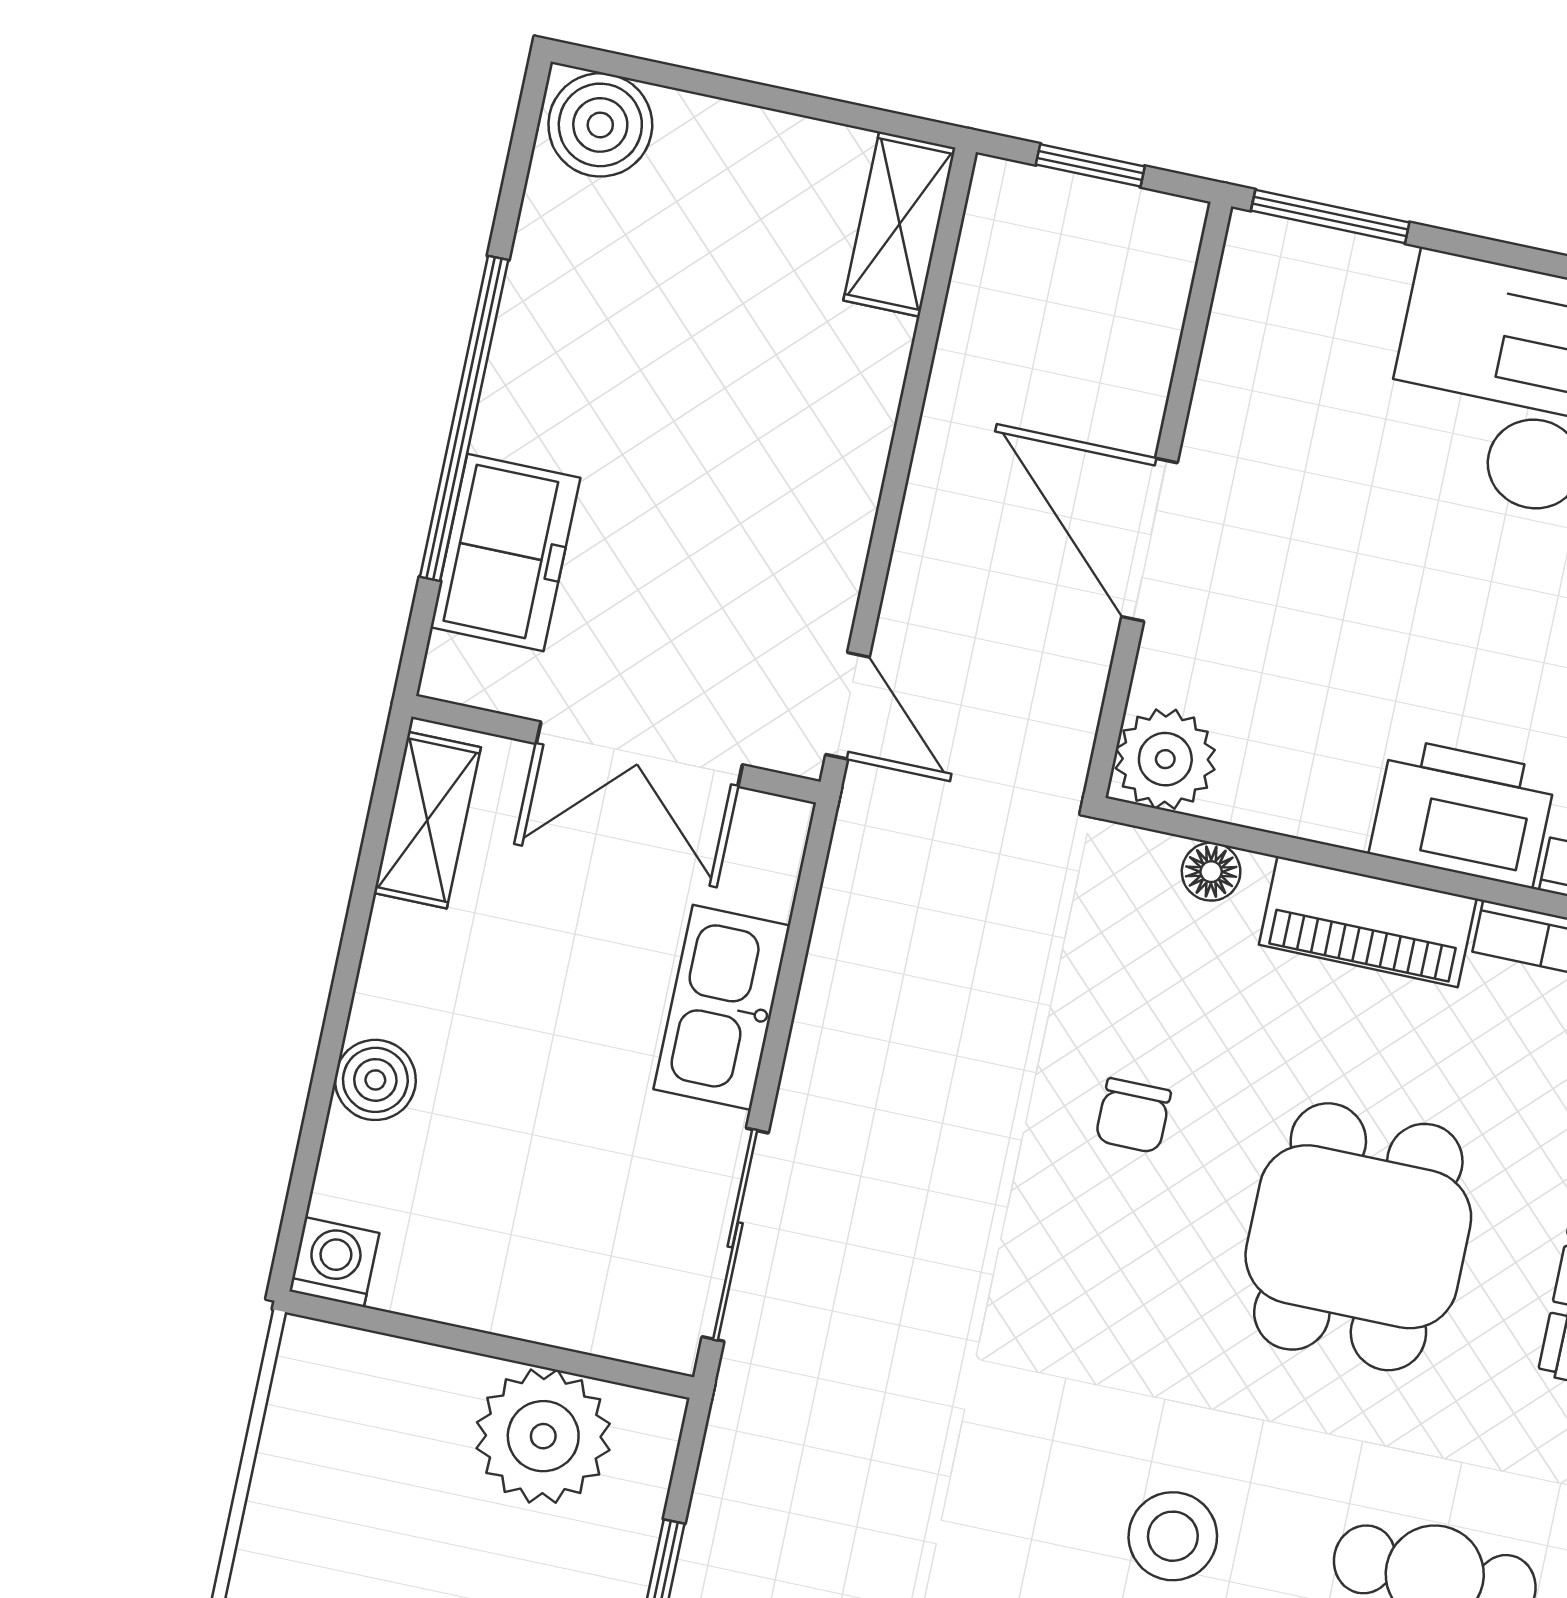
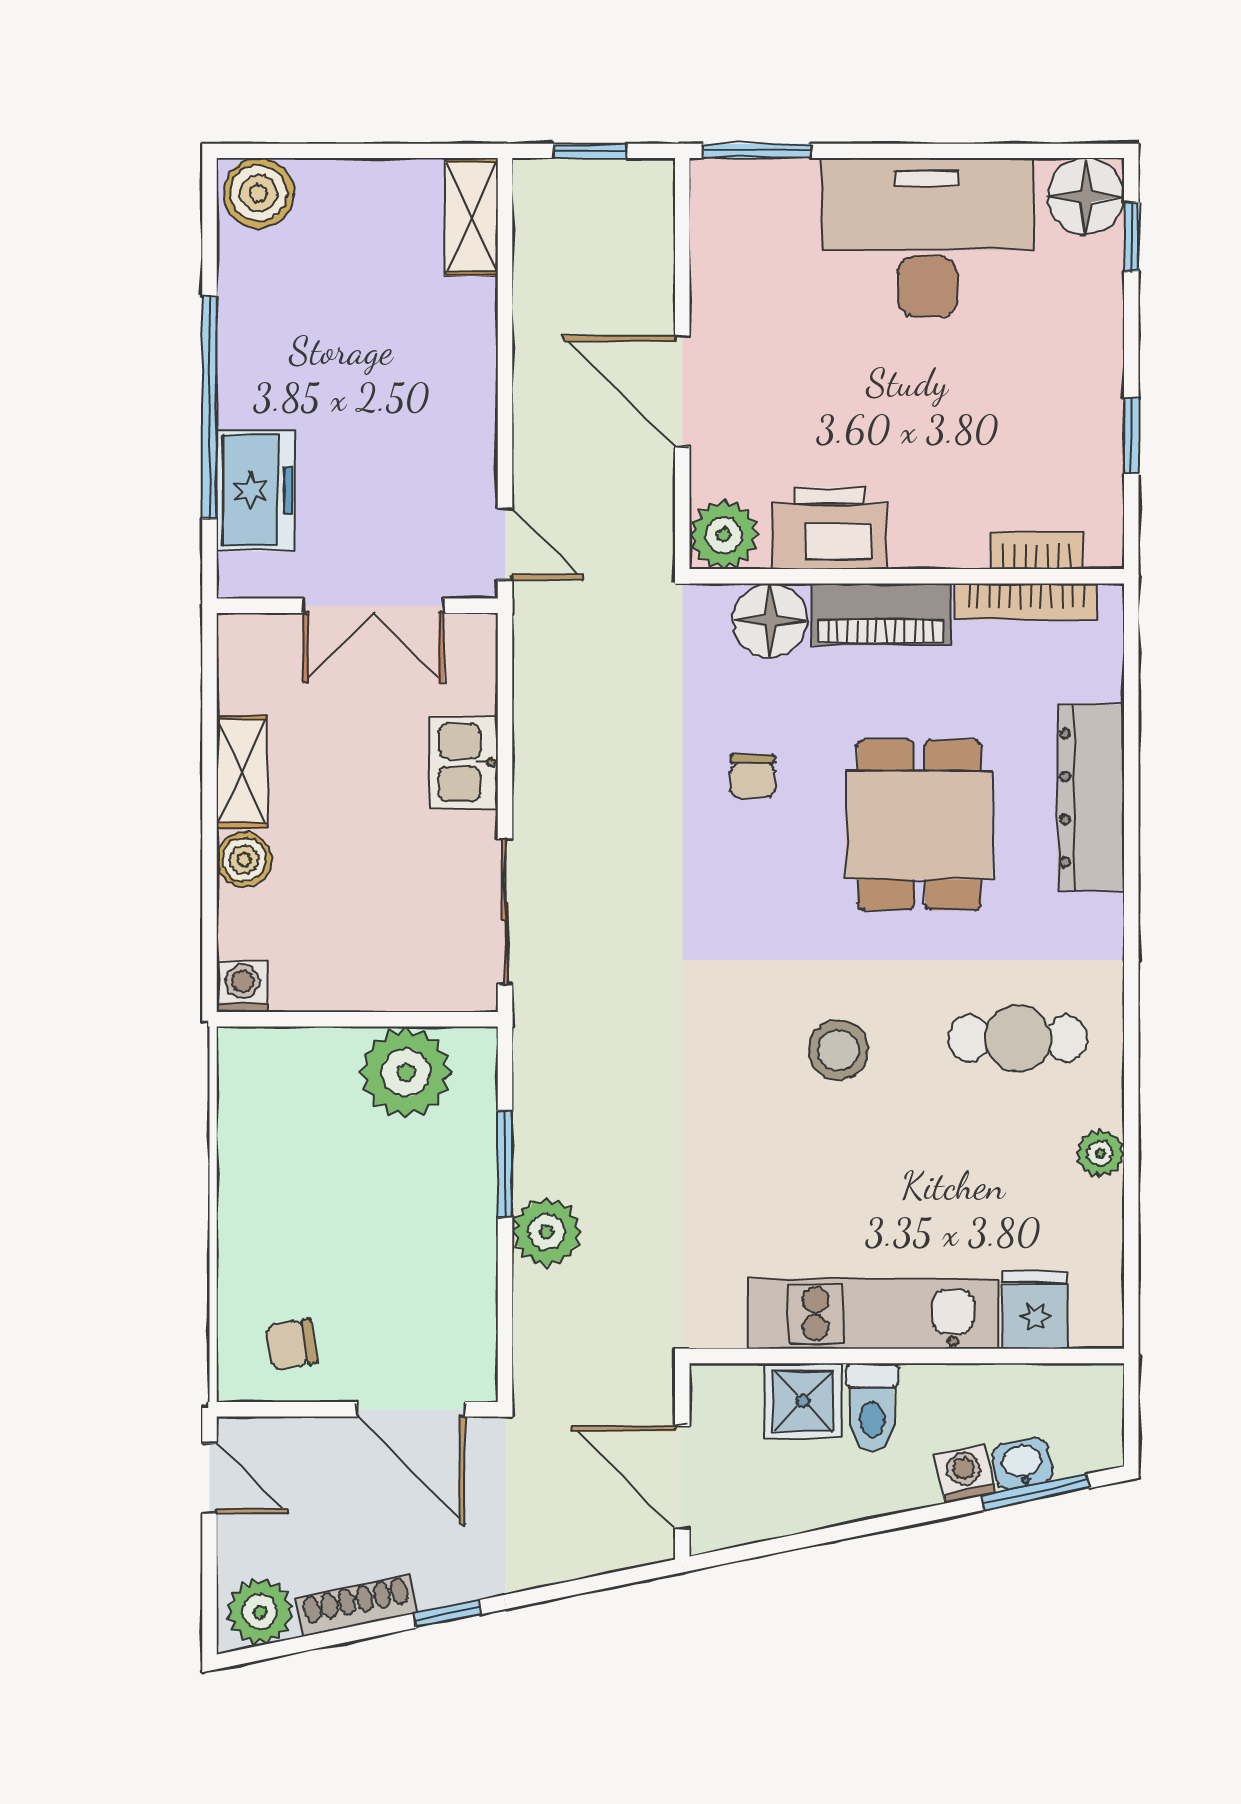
printer: (1463, 813) -> (829, 528), moved
shelving: (427, 820) -> (242, 771), moved
floor lamp: (1211, 872) -> (770, 621), width x1.89, depth x1.89
kitchen sink: (722, 1007) -> (464, 762), width x0.73

